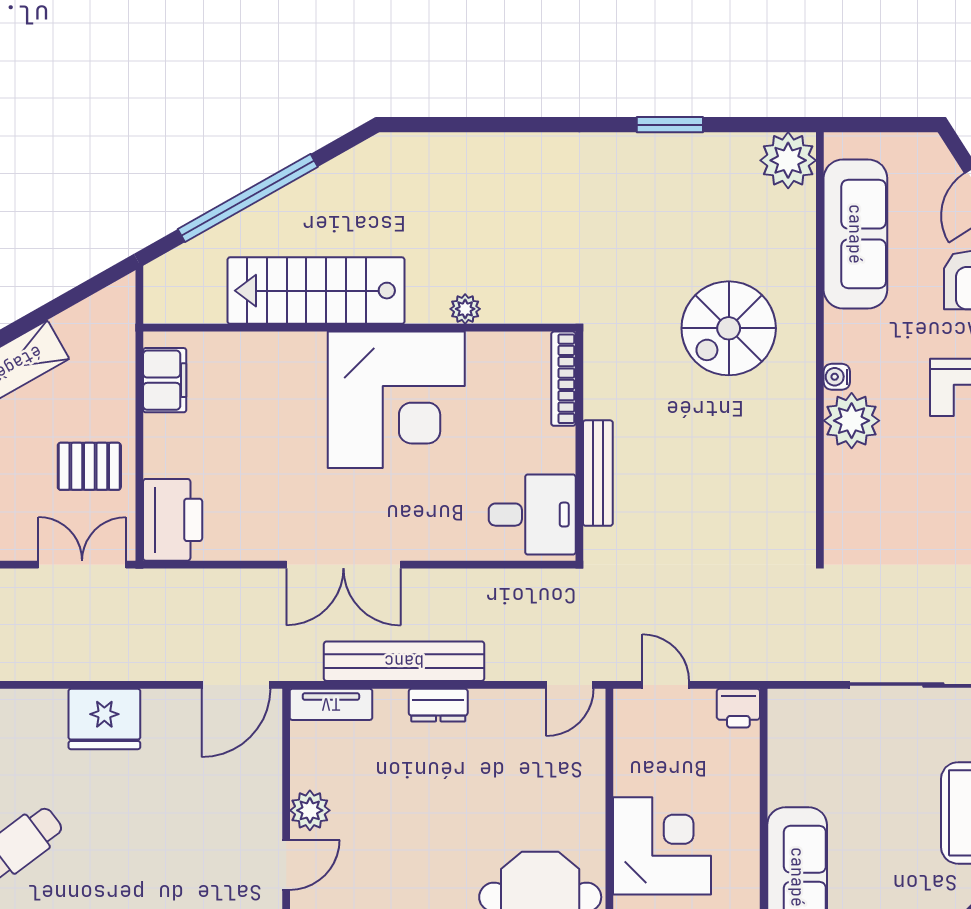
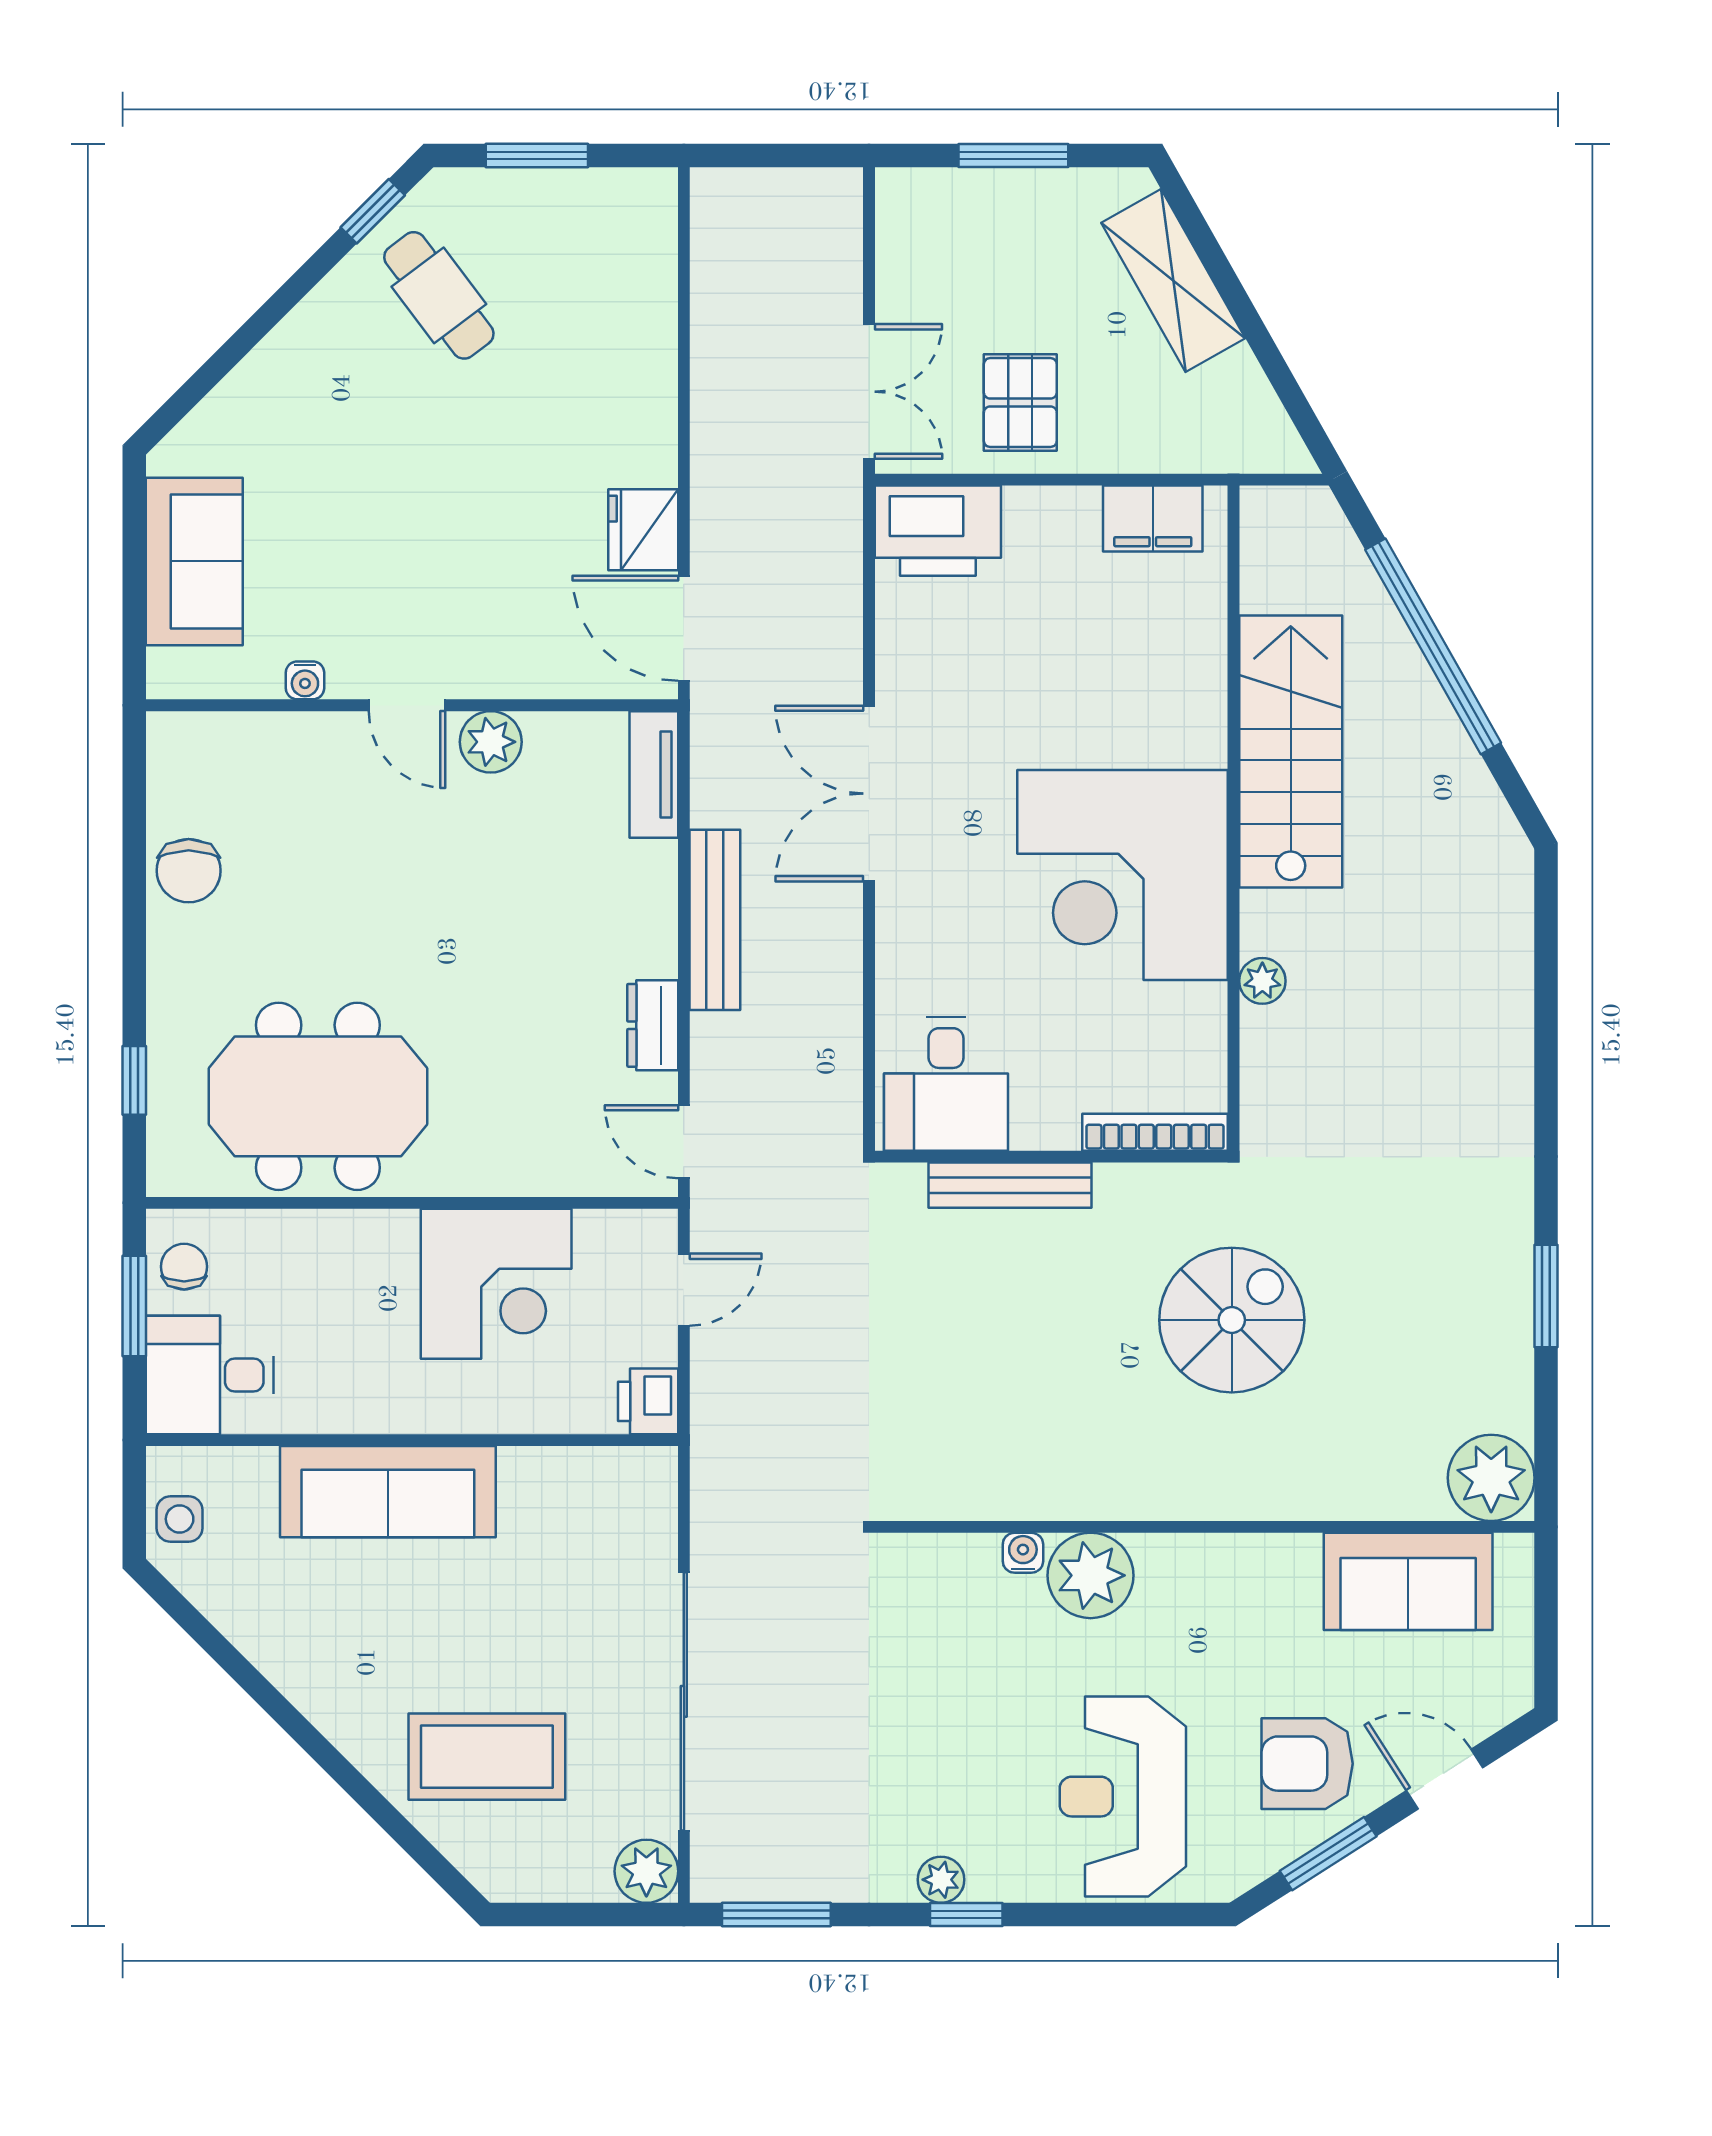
sofa: (855, 234) -> (1408, 1581), width x0.73
spiral stairs: (729, 328) -> (1232, 1320), moved, turned 90
water cooler: (837, 377) -> (1023, 1553), moved
bench: (404, 661) -> (715, 920), width x0.73, depth x0.82
dresser: (438, 705) -> (653, 1025), moved
fridge: (104, 719) -> (643, 530), moved, width x0.73, depth x0.75
corner desk: (662, 846) -> (496, 1284), moved

